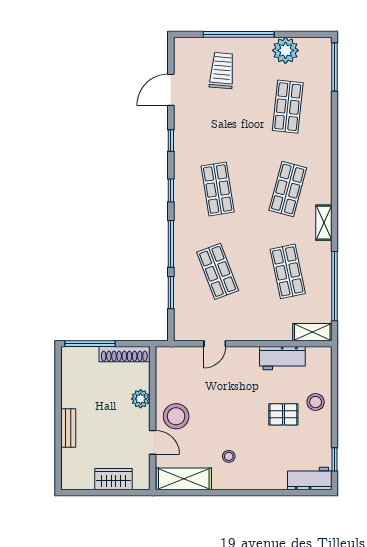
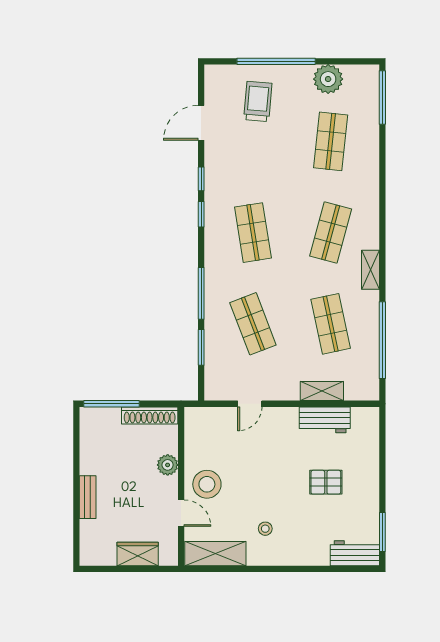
window: (171, 191) -> (201, 214), moved
shelving: (312, 332) -> (322, 391), moved
stool: (316, 402) -> (361, 468), removed
window: (335, 459) -> (382, 532), width x1.50

